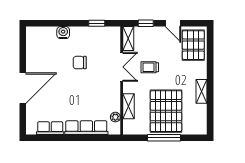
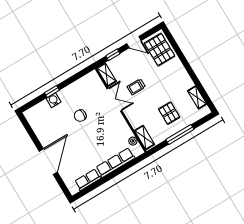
window: (97, 23) -> (52, 91), moved
shelving: (202, 91) -> (197, 97), moved
shelving: (128, 106) -> (144, 138), moved
pallet: (166, 111) -> (169, 113), width x0.49, depth x0.50

